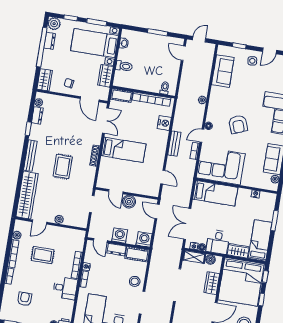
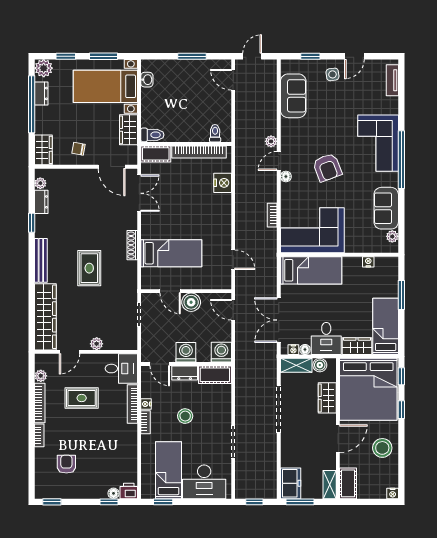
toilet: (124, 66) -> (152, 135), moved
door: (202, 136) -> (279, 161), moved
bench: (174, 144) -> (242, 210), removed
bed: (123, 150) -> (171, 253), moved
stool: (135, 281) -> (185, 416), moved
desk: (65, 288) -> (121, 369), moved

